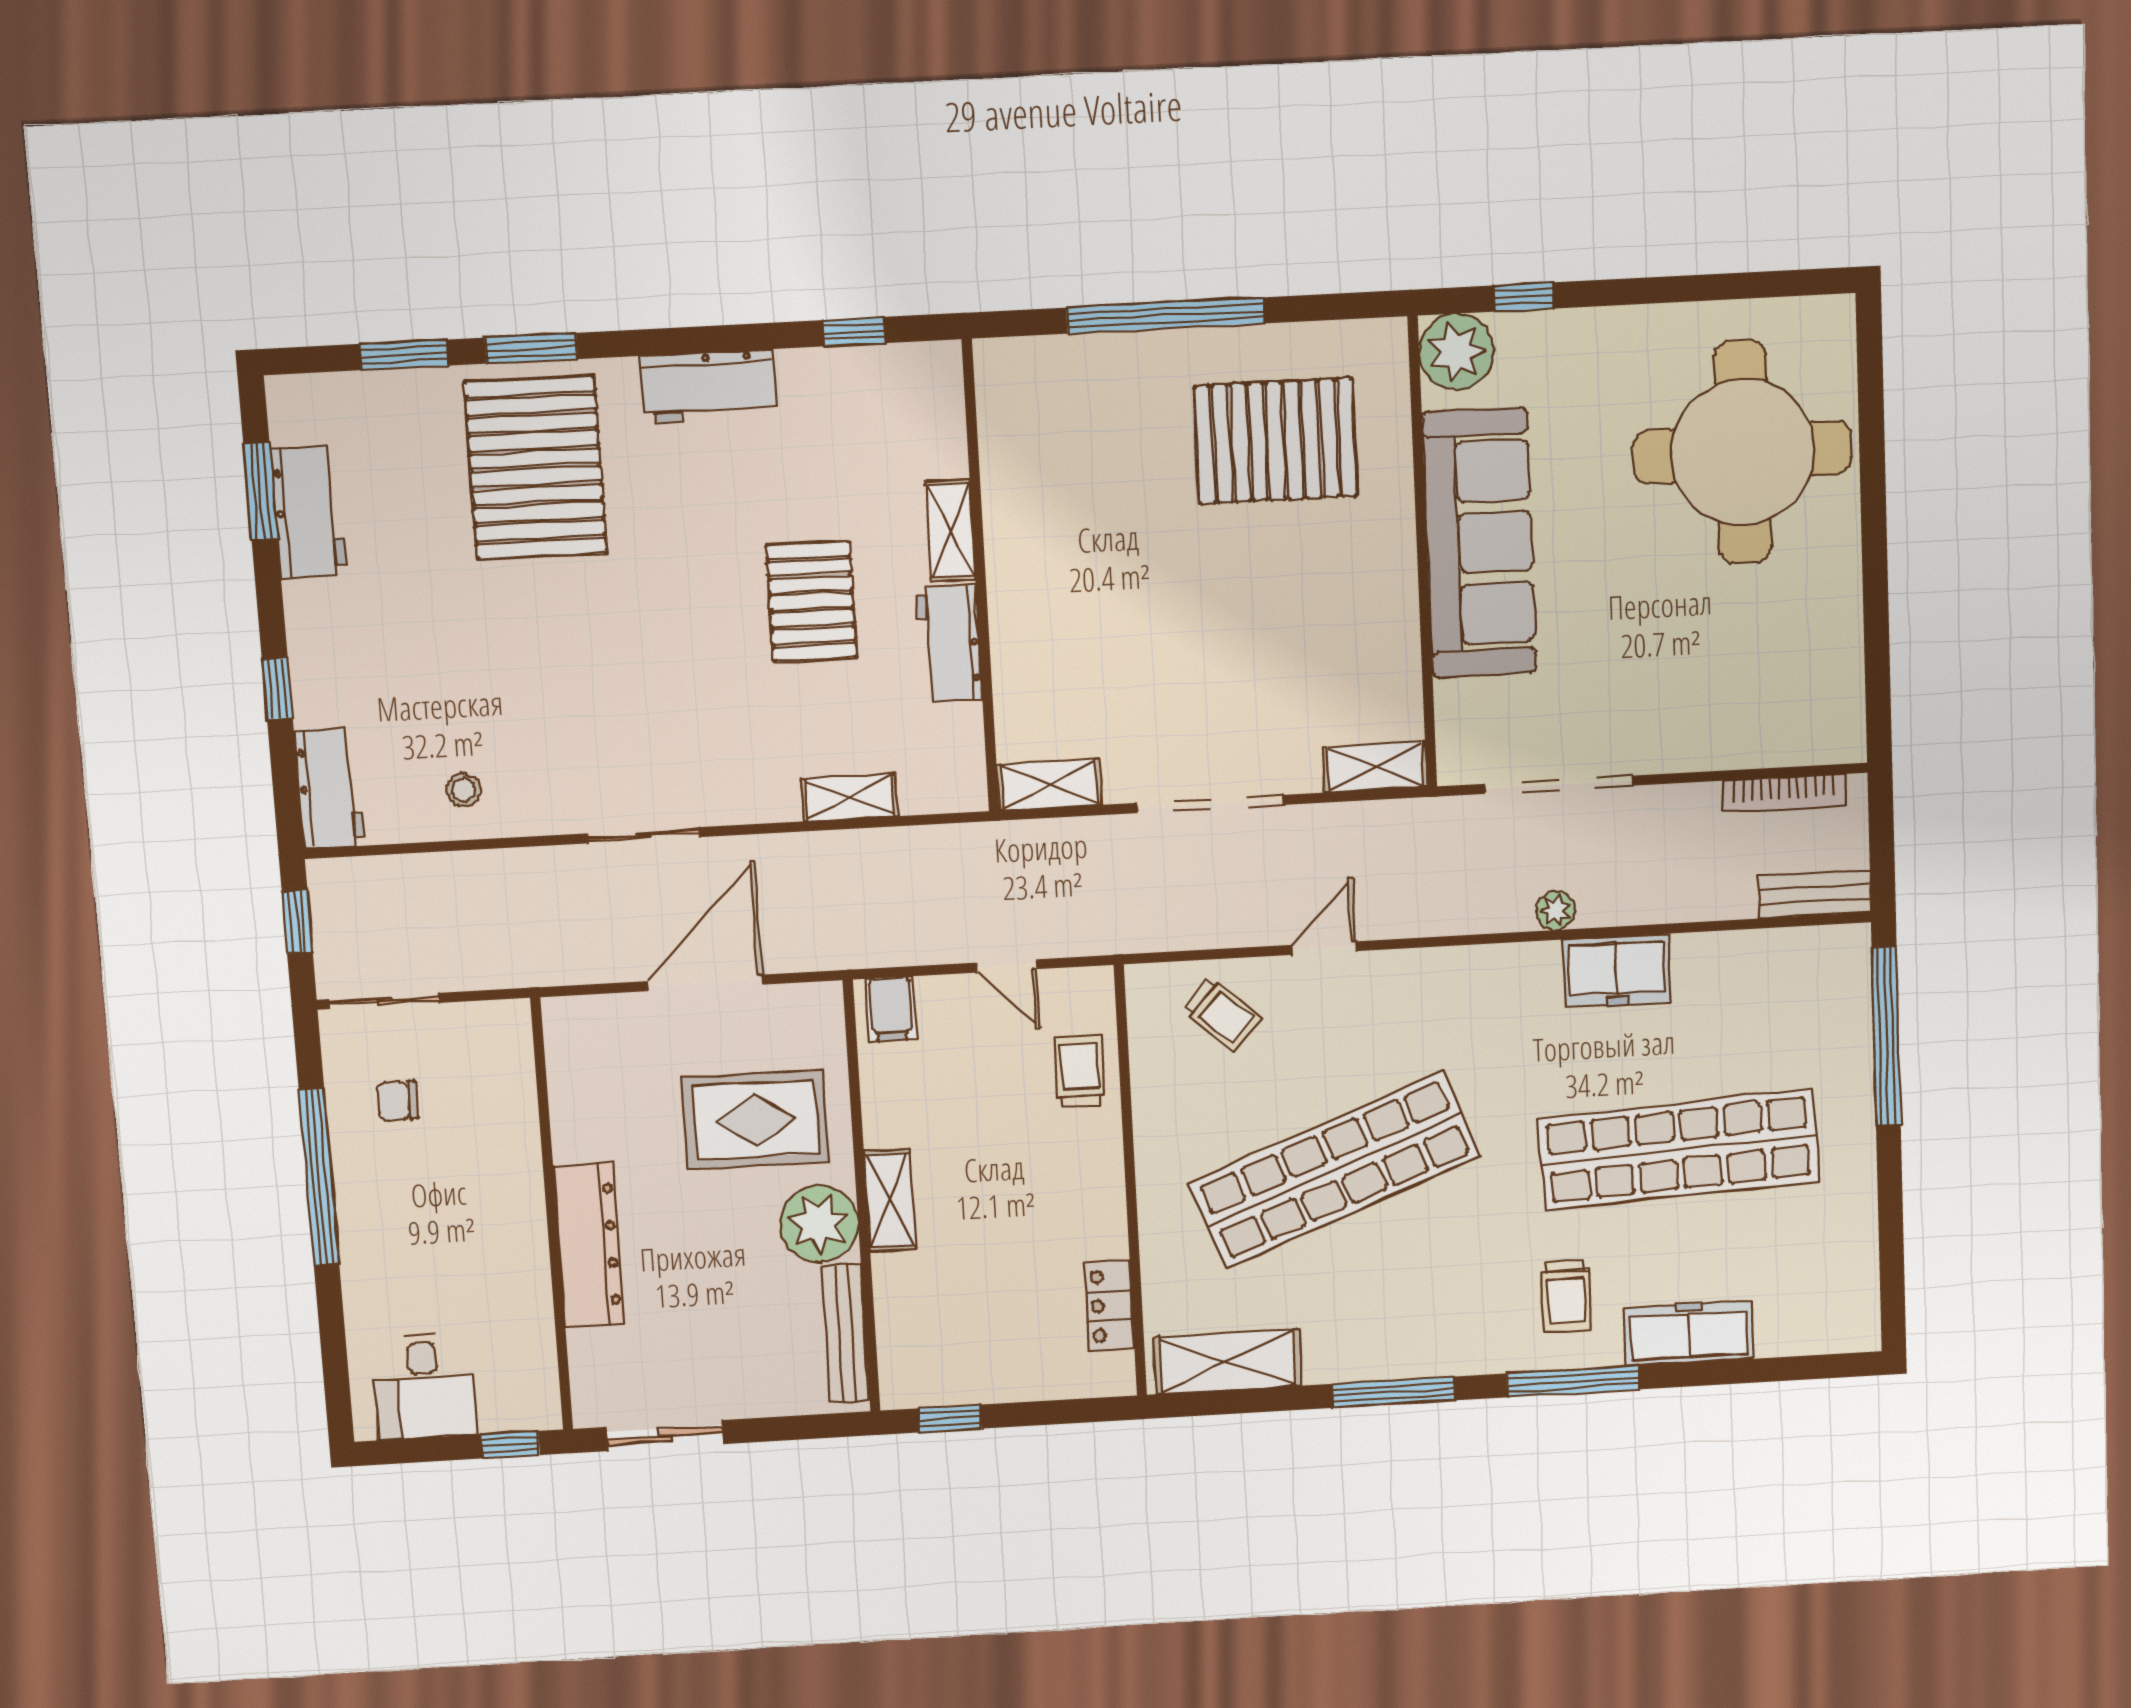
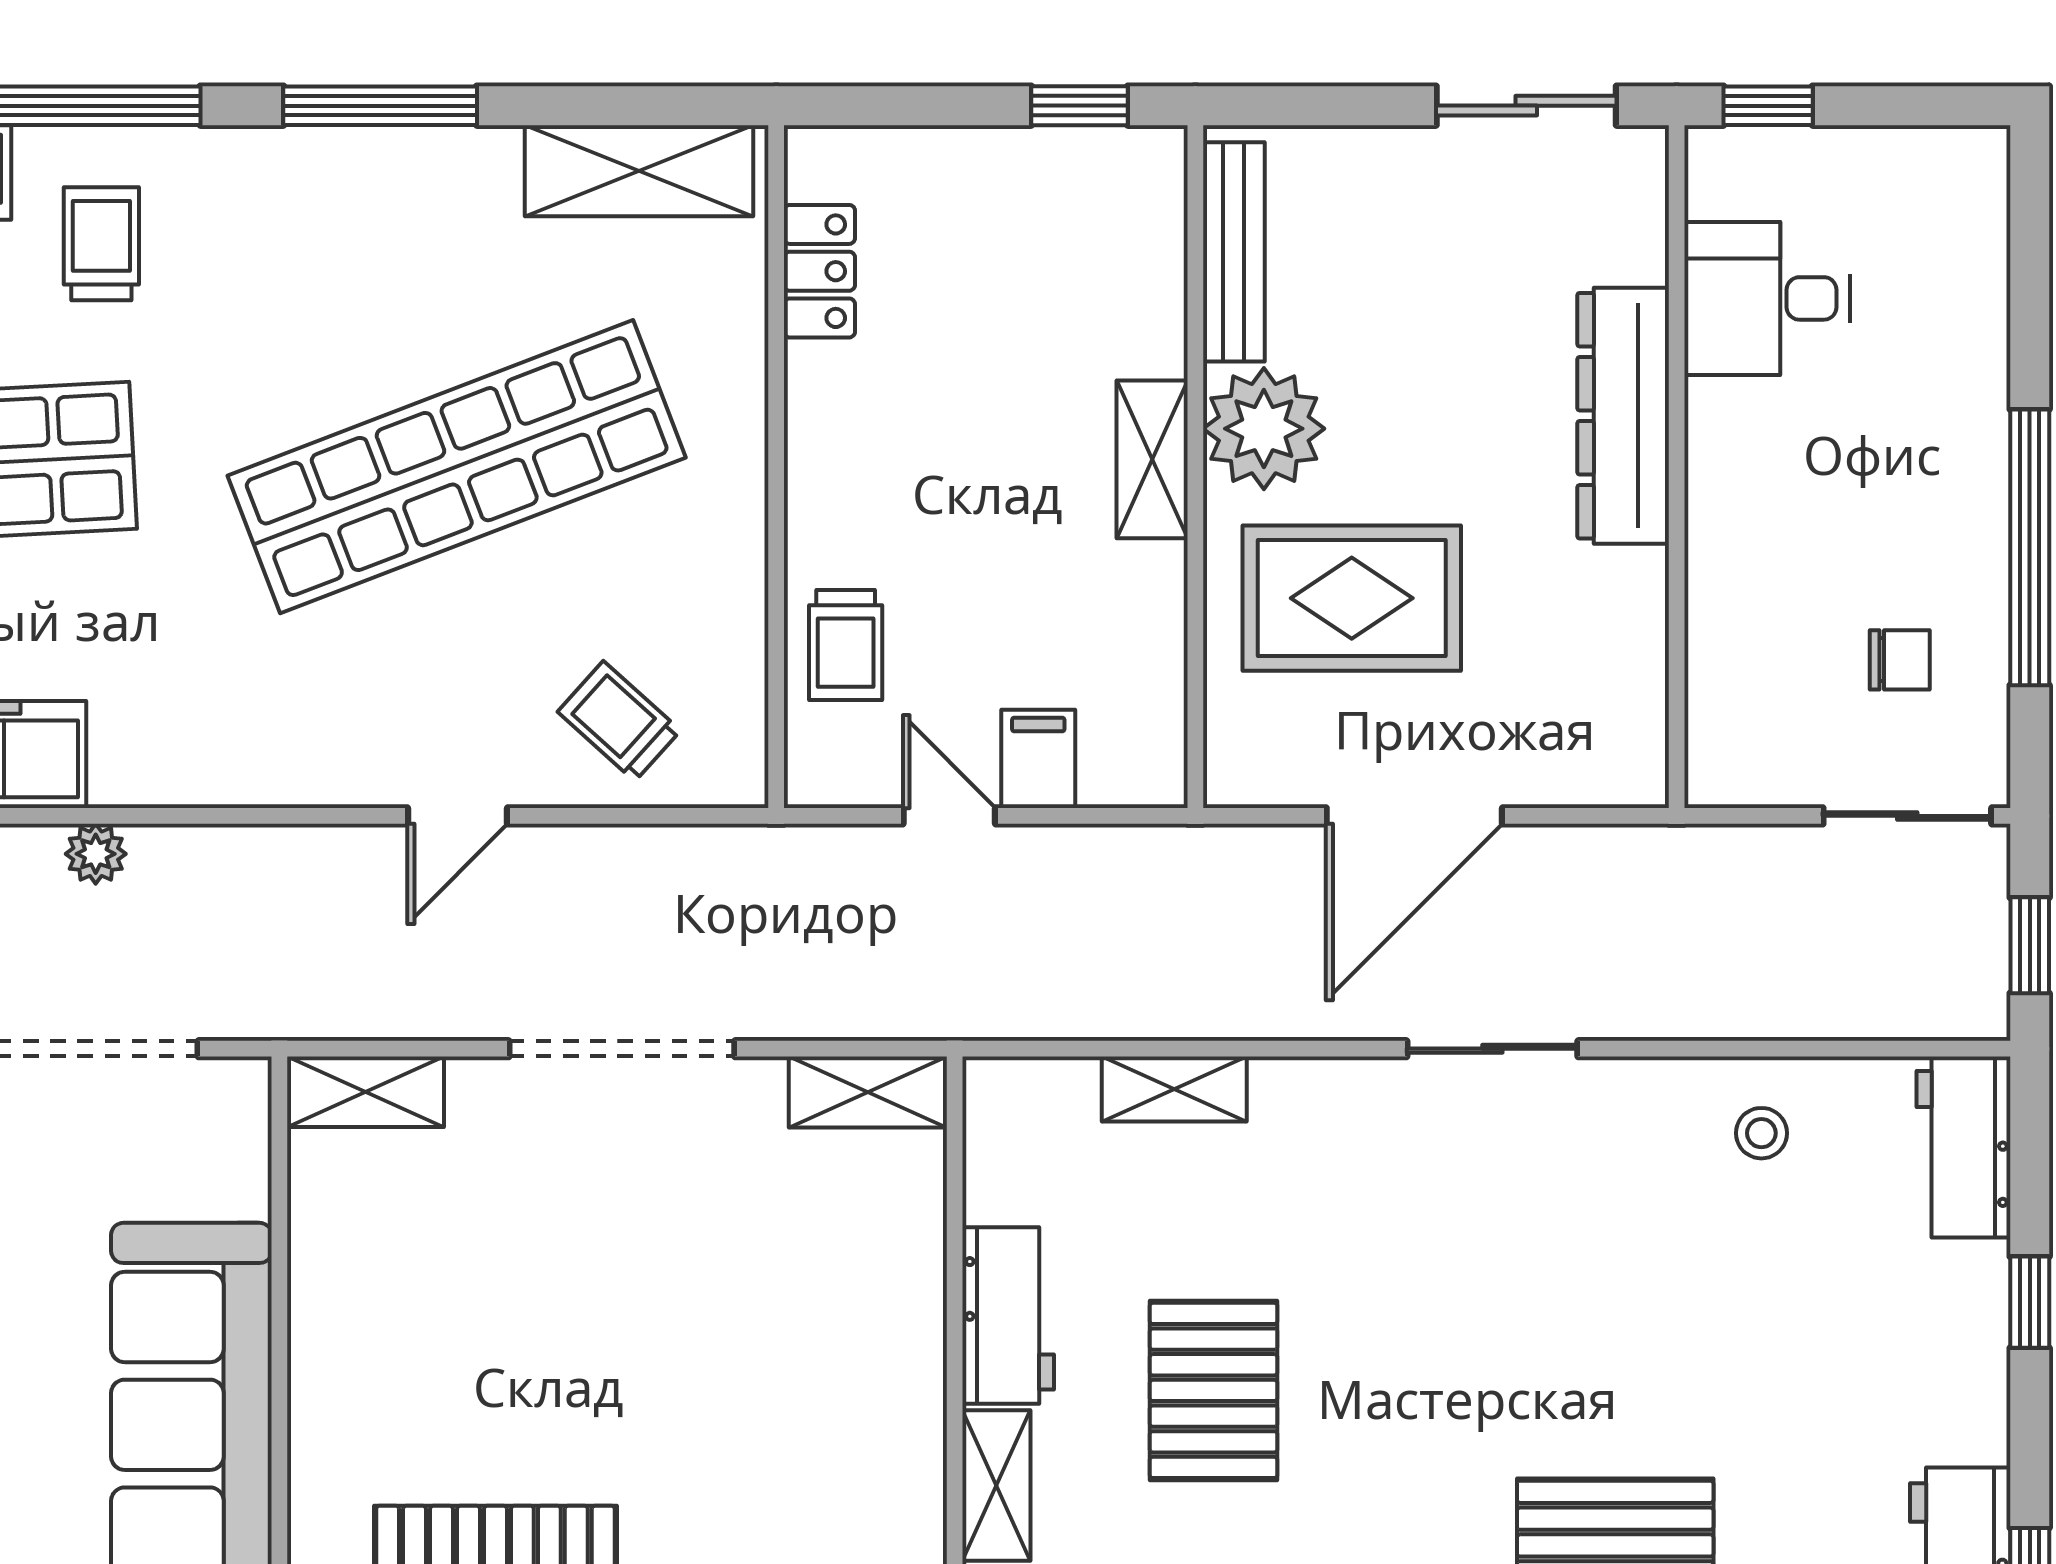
filing cabinet: (891, 1009) -> (1038, 759), moved
desk: (424, 1386) -> (1767, 298), moved, turned -90

